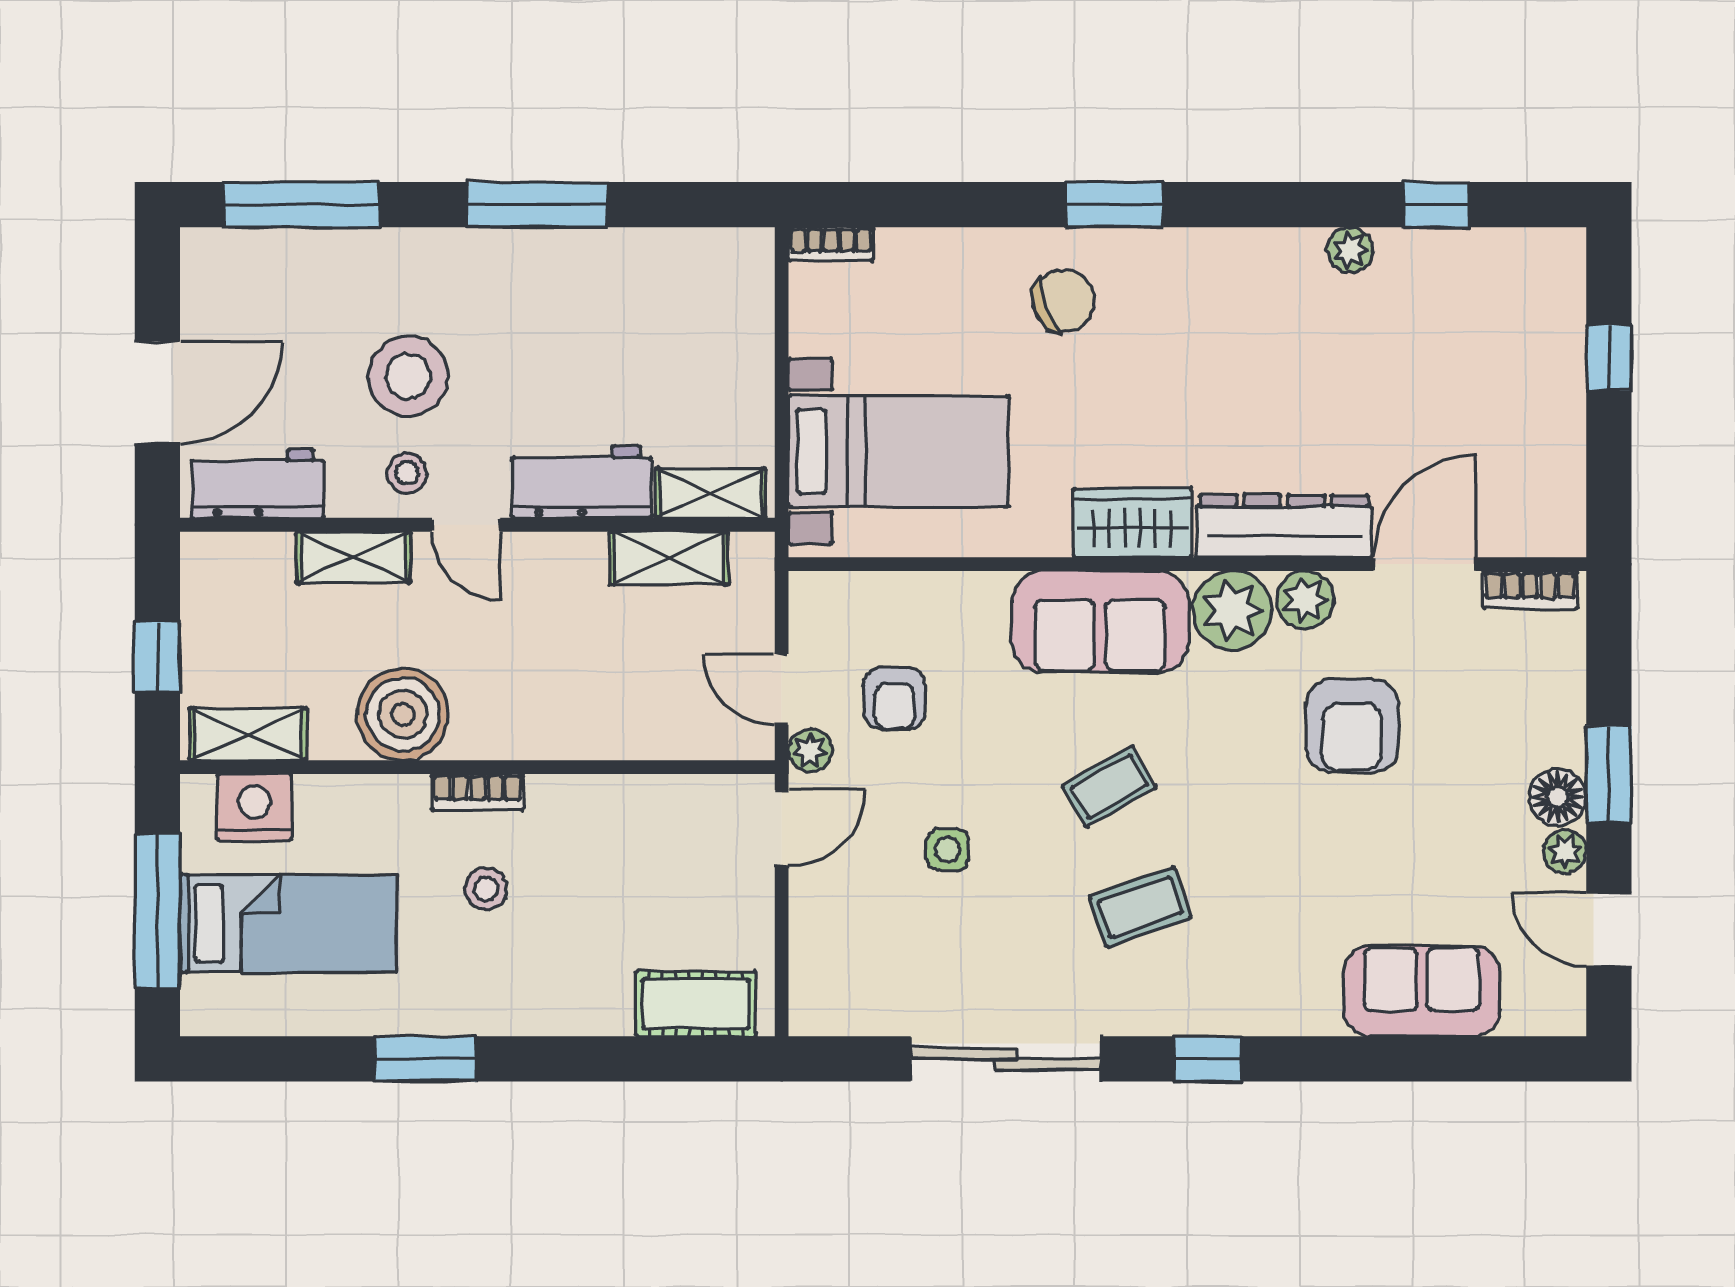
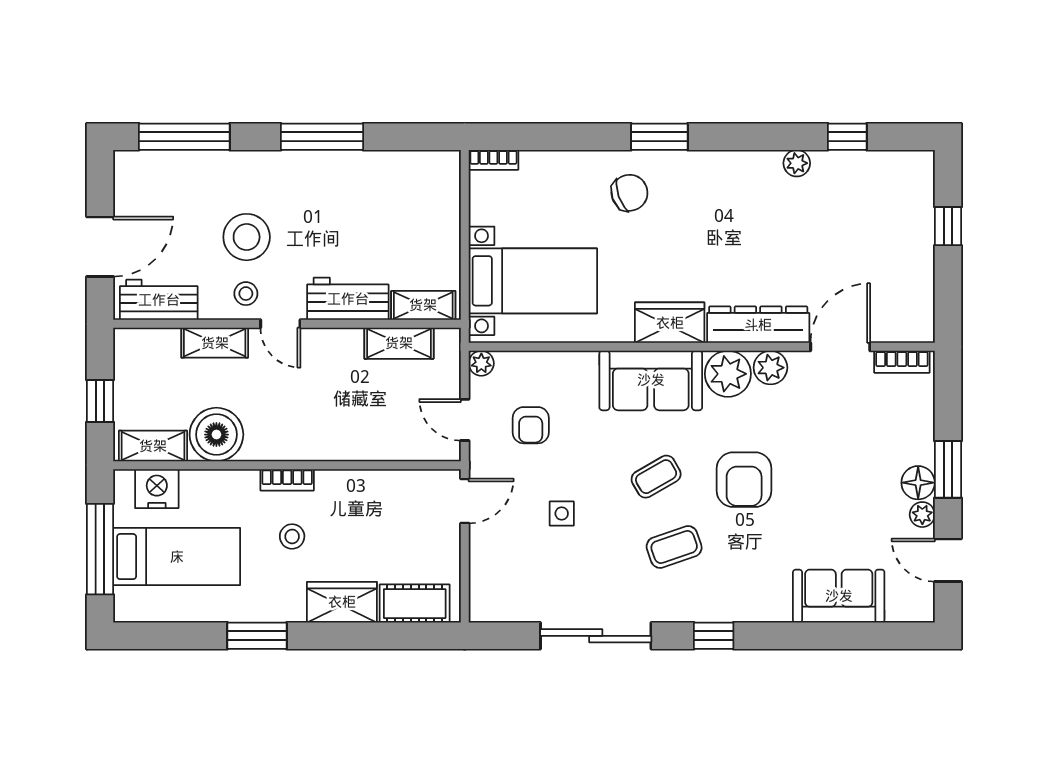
boiler: (403, 714) -> (216, 435), moved
armchair: (1352, 726) -> (744, 480), moved
plant: (810, 750) -> (481, 363), moved
wardrobe: (571, 1002) -> (342, 602), added

